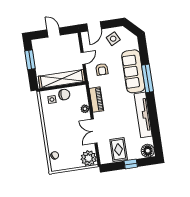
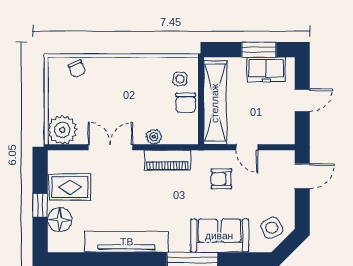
door: (94, 26) -> (302, 176), swing flipped
side table: (113, 39) -> (272, 228), moved
freezer: (40, 54) -> (266, 69), added
sofa: (133, 71) -> (219, 236), width x0.73
floor lamp: (148, 151) -> (60, 220), moved

